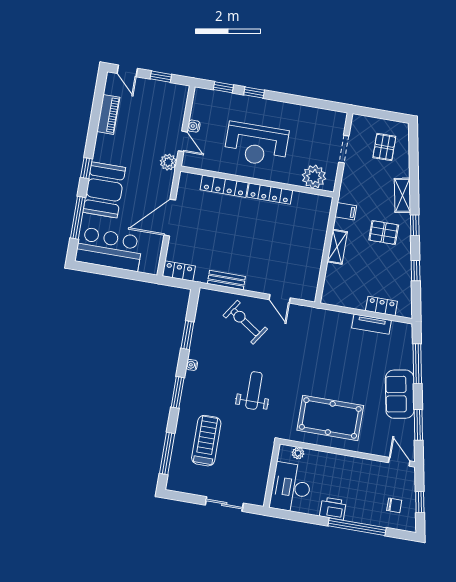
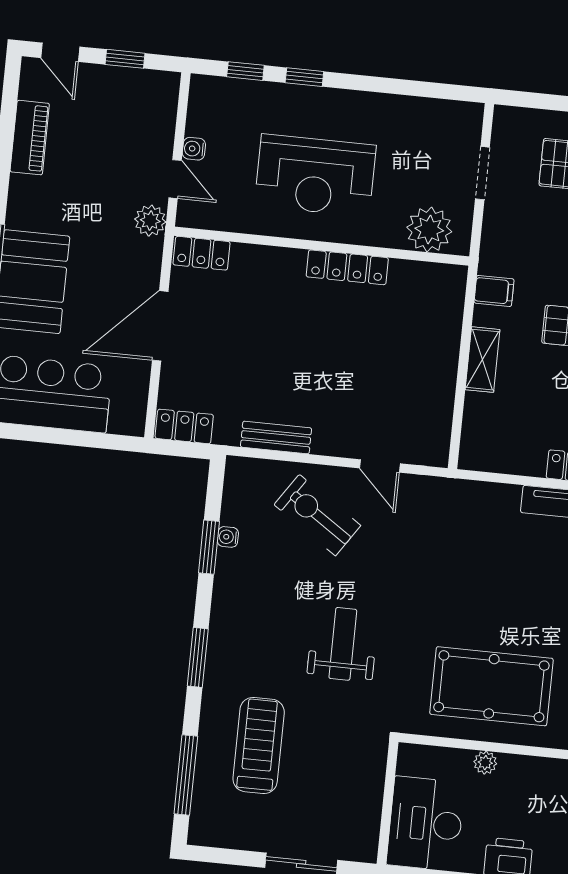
locker: (224, 186) -> (201, 253), moved, width x0.66
water cooler: (192, 365) -> (228, 537), moved
plant: (298, 453) -> (485, 763), moved

